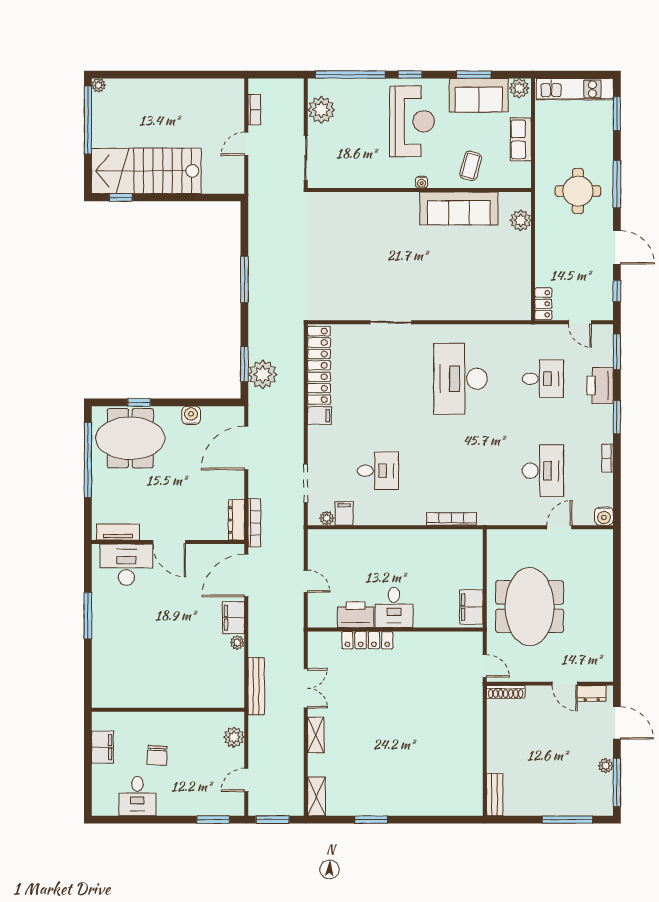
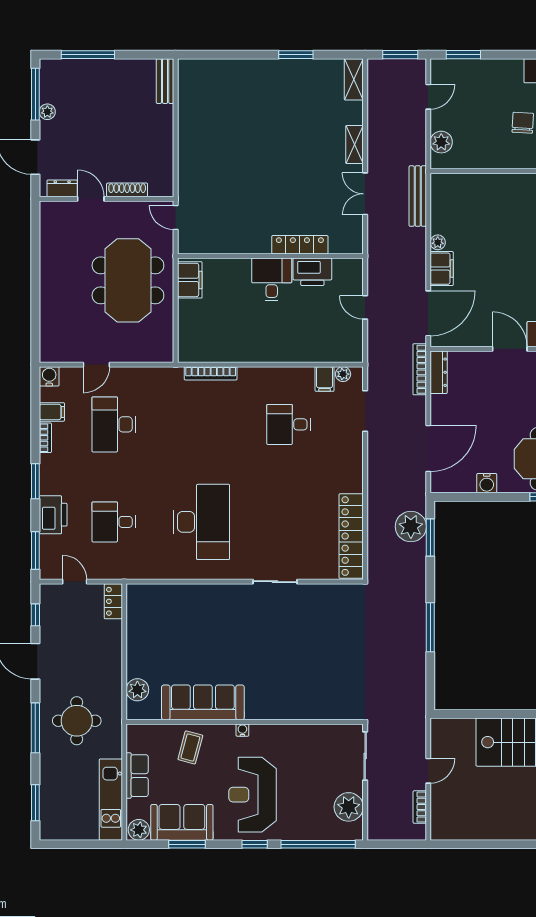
kitchen unit: (575, 89) -> (111, 800), moved, turned -90
filing cabinet: (319, 416) -> (52, 412), moved, turned 180
shoe rack: (506, 692) -> (127, 190), moved

